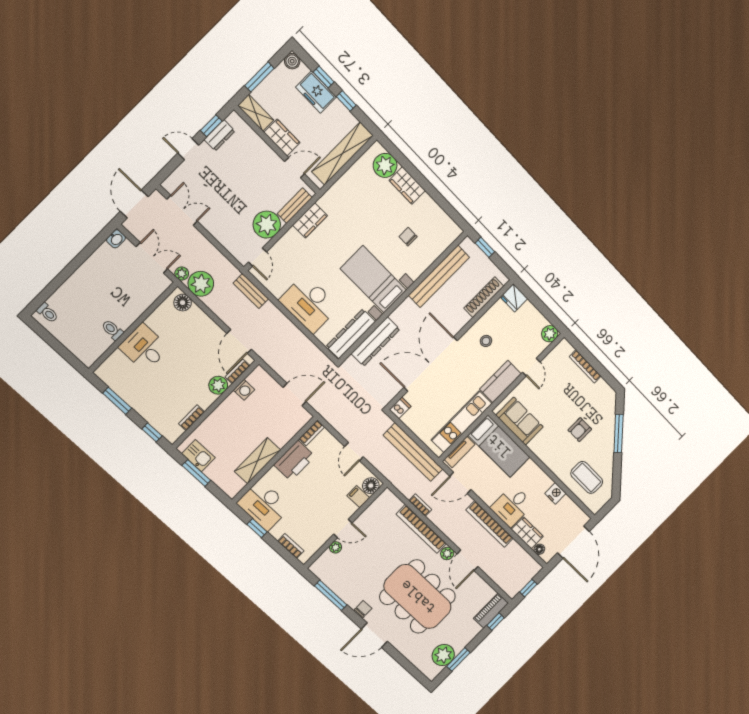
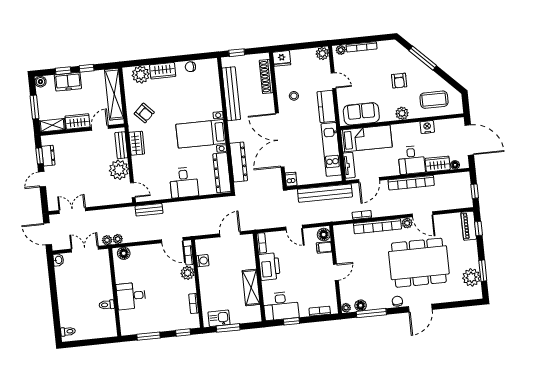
armchair: (348, 202) -> (144, 113), added
chair: (408, 237) -> (190, 67), moved
plant: (201, 284) -> (118, 239), width x0.53, depth x0.53
desk: (309, 304) -> (184, 183), width x0.73
plant: (567, 349) -> (341, 50), added
plant: (550, 459) -> (402, 113), added
plant: (336, 547) -> (346, 308), moved
floor lamp: (330, 579) -> (361, 305), added

